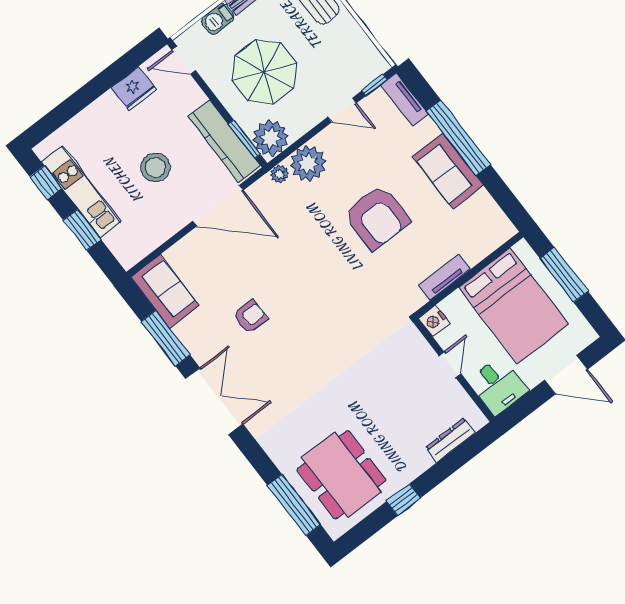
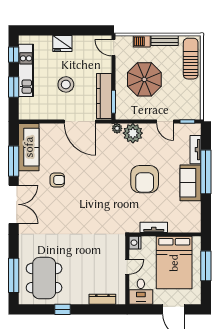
fridge: (134, 89) -> (62, 43), moved
tv unit: (405, 99) -> (195, 150), moved
plant: (271, 138) -> (125, 110), removed
sofa: (165, 292) -> (29, 147), width x1.36

